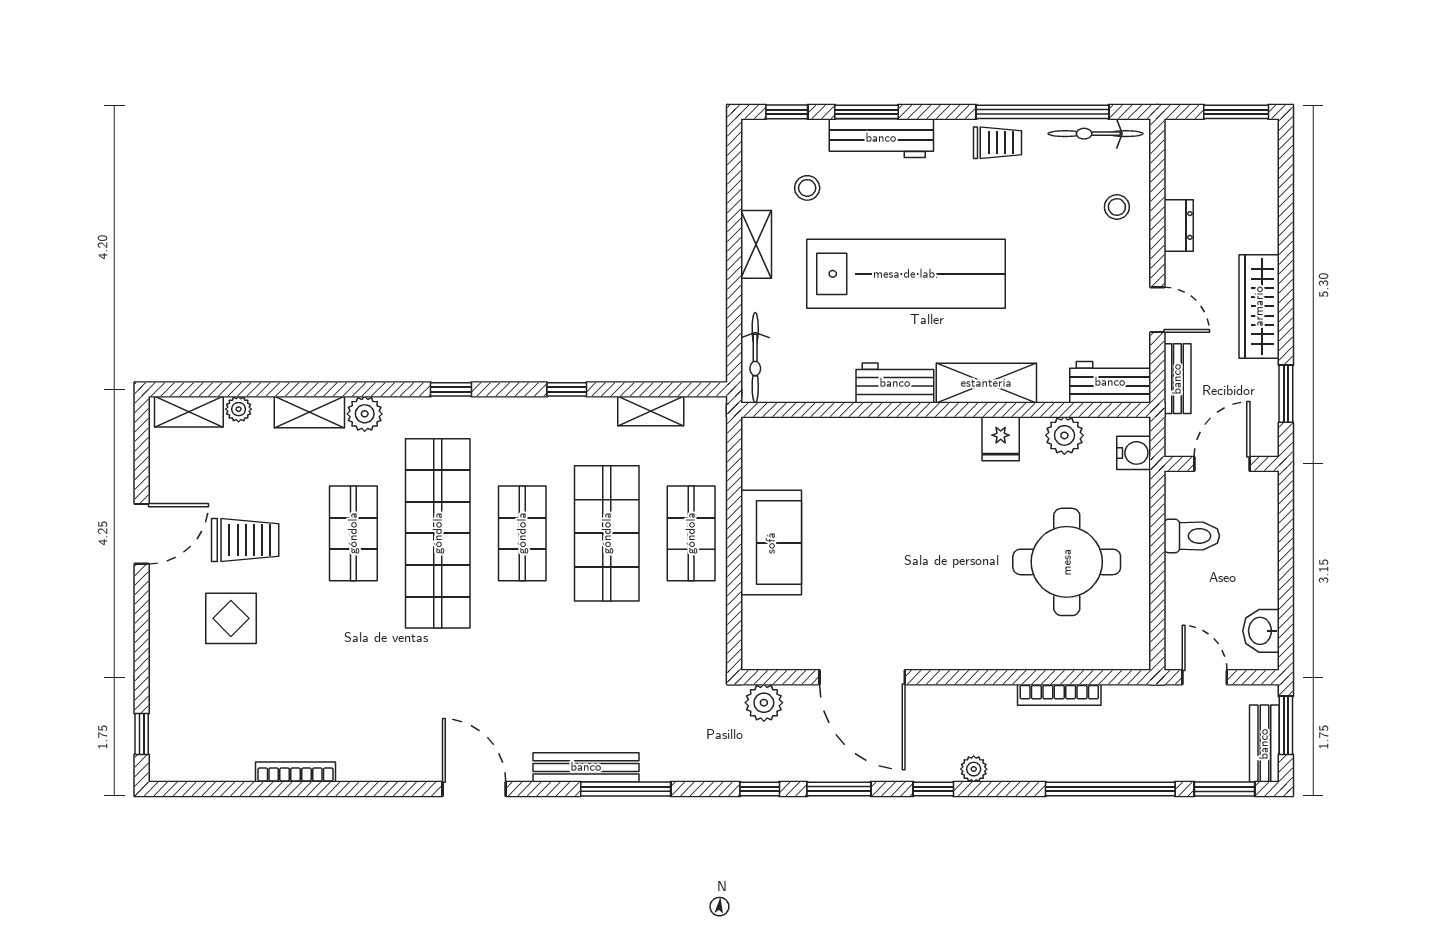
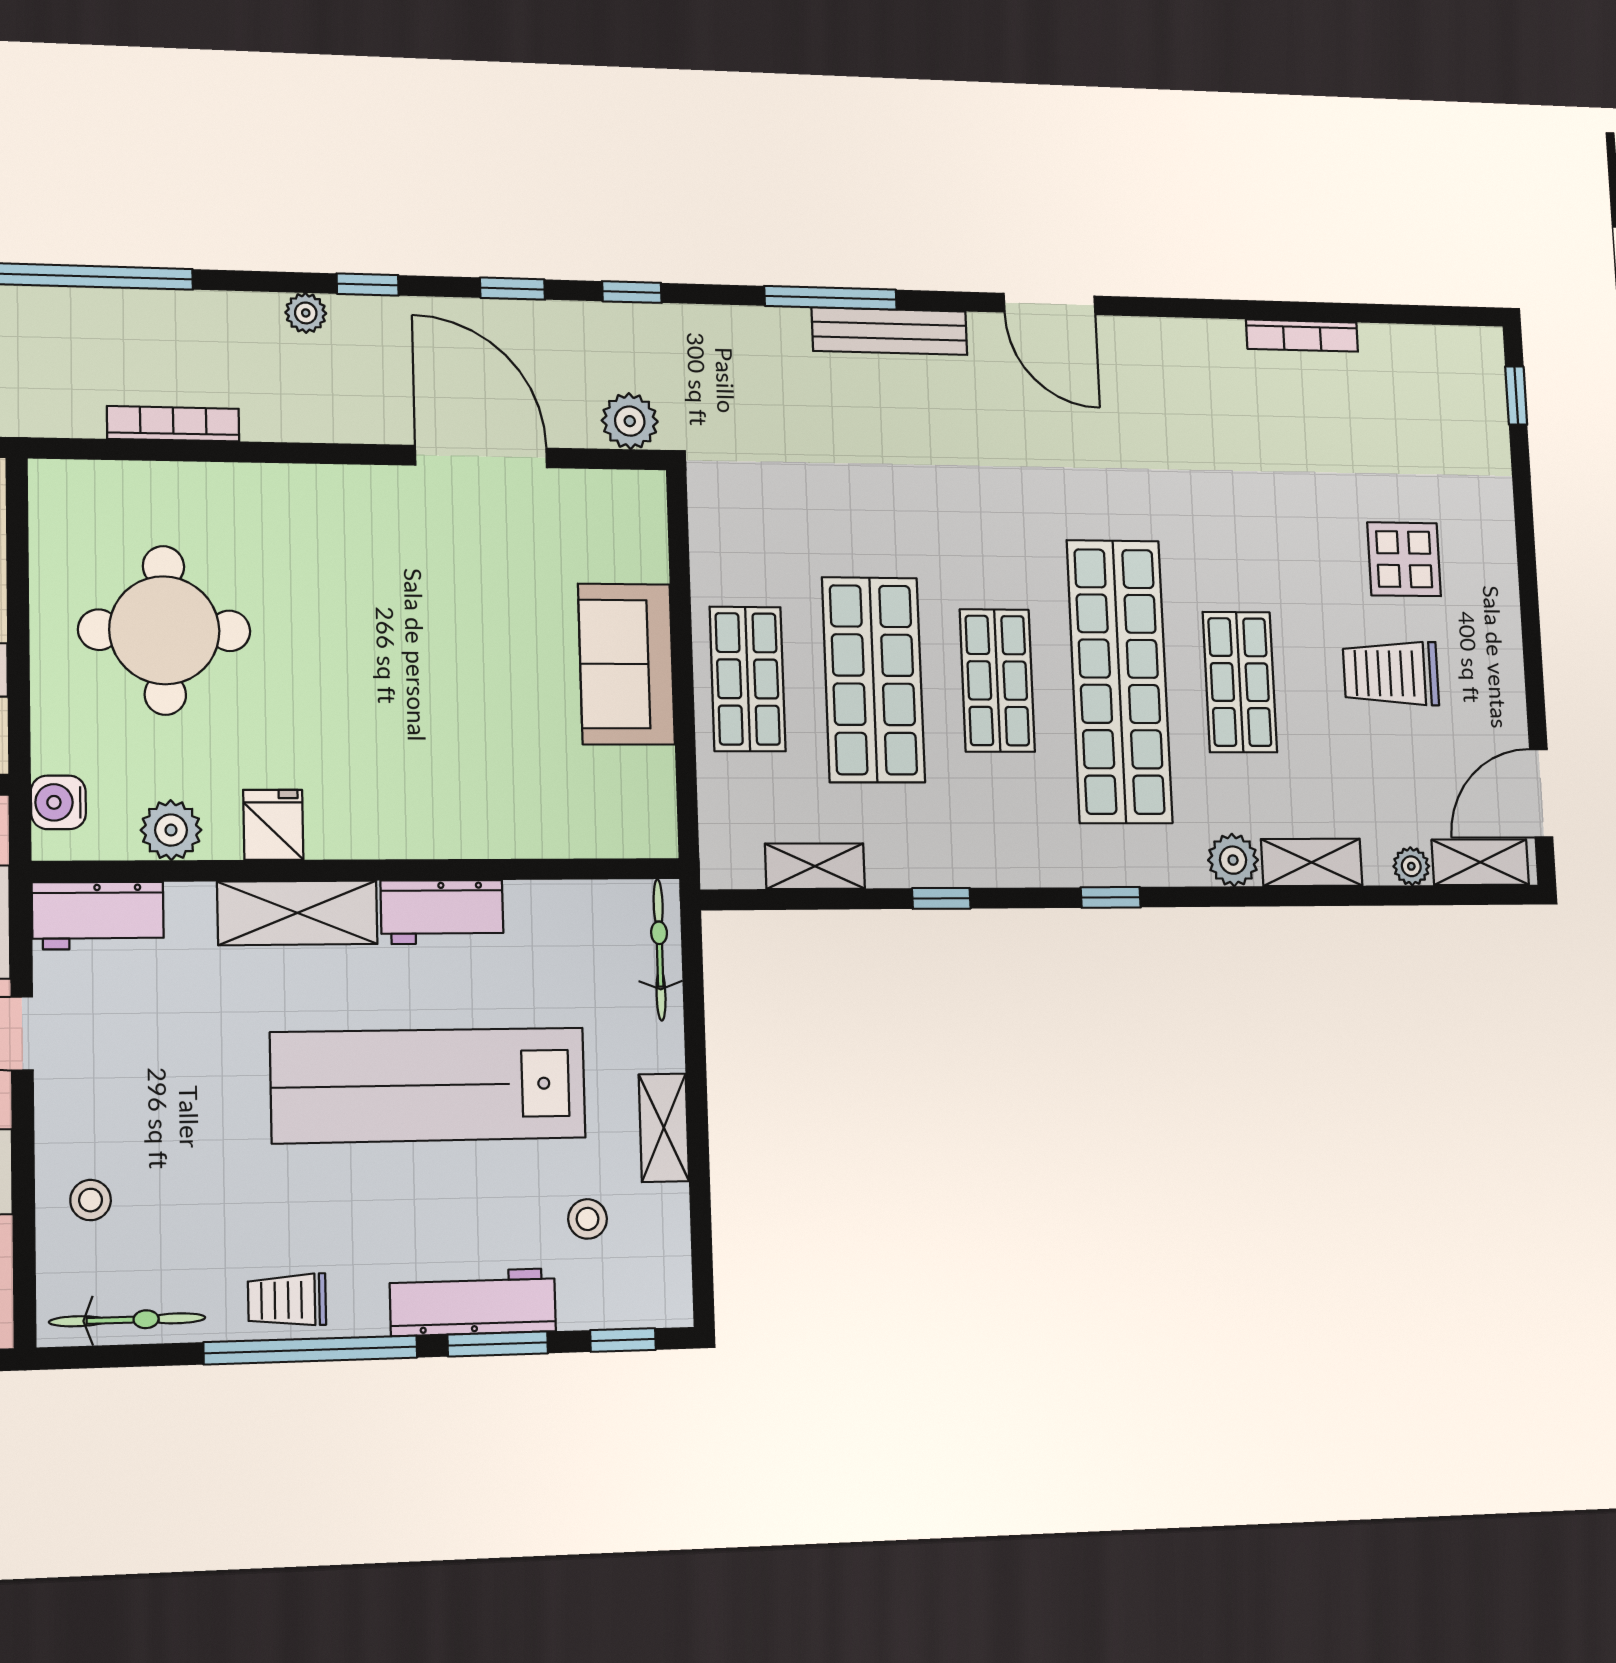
window: (1042, 112) -> (311, 1350), moved
door: (142, 534) -> (1541, 793), moved
window: (839, 789) -> (512, 289), width x0.67

